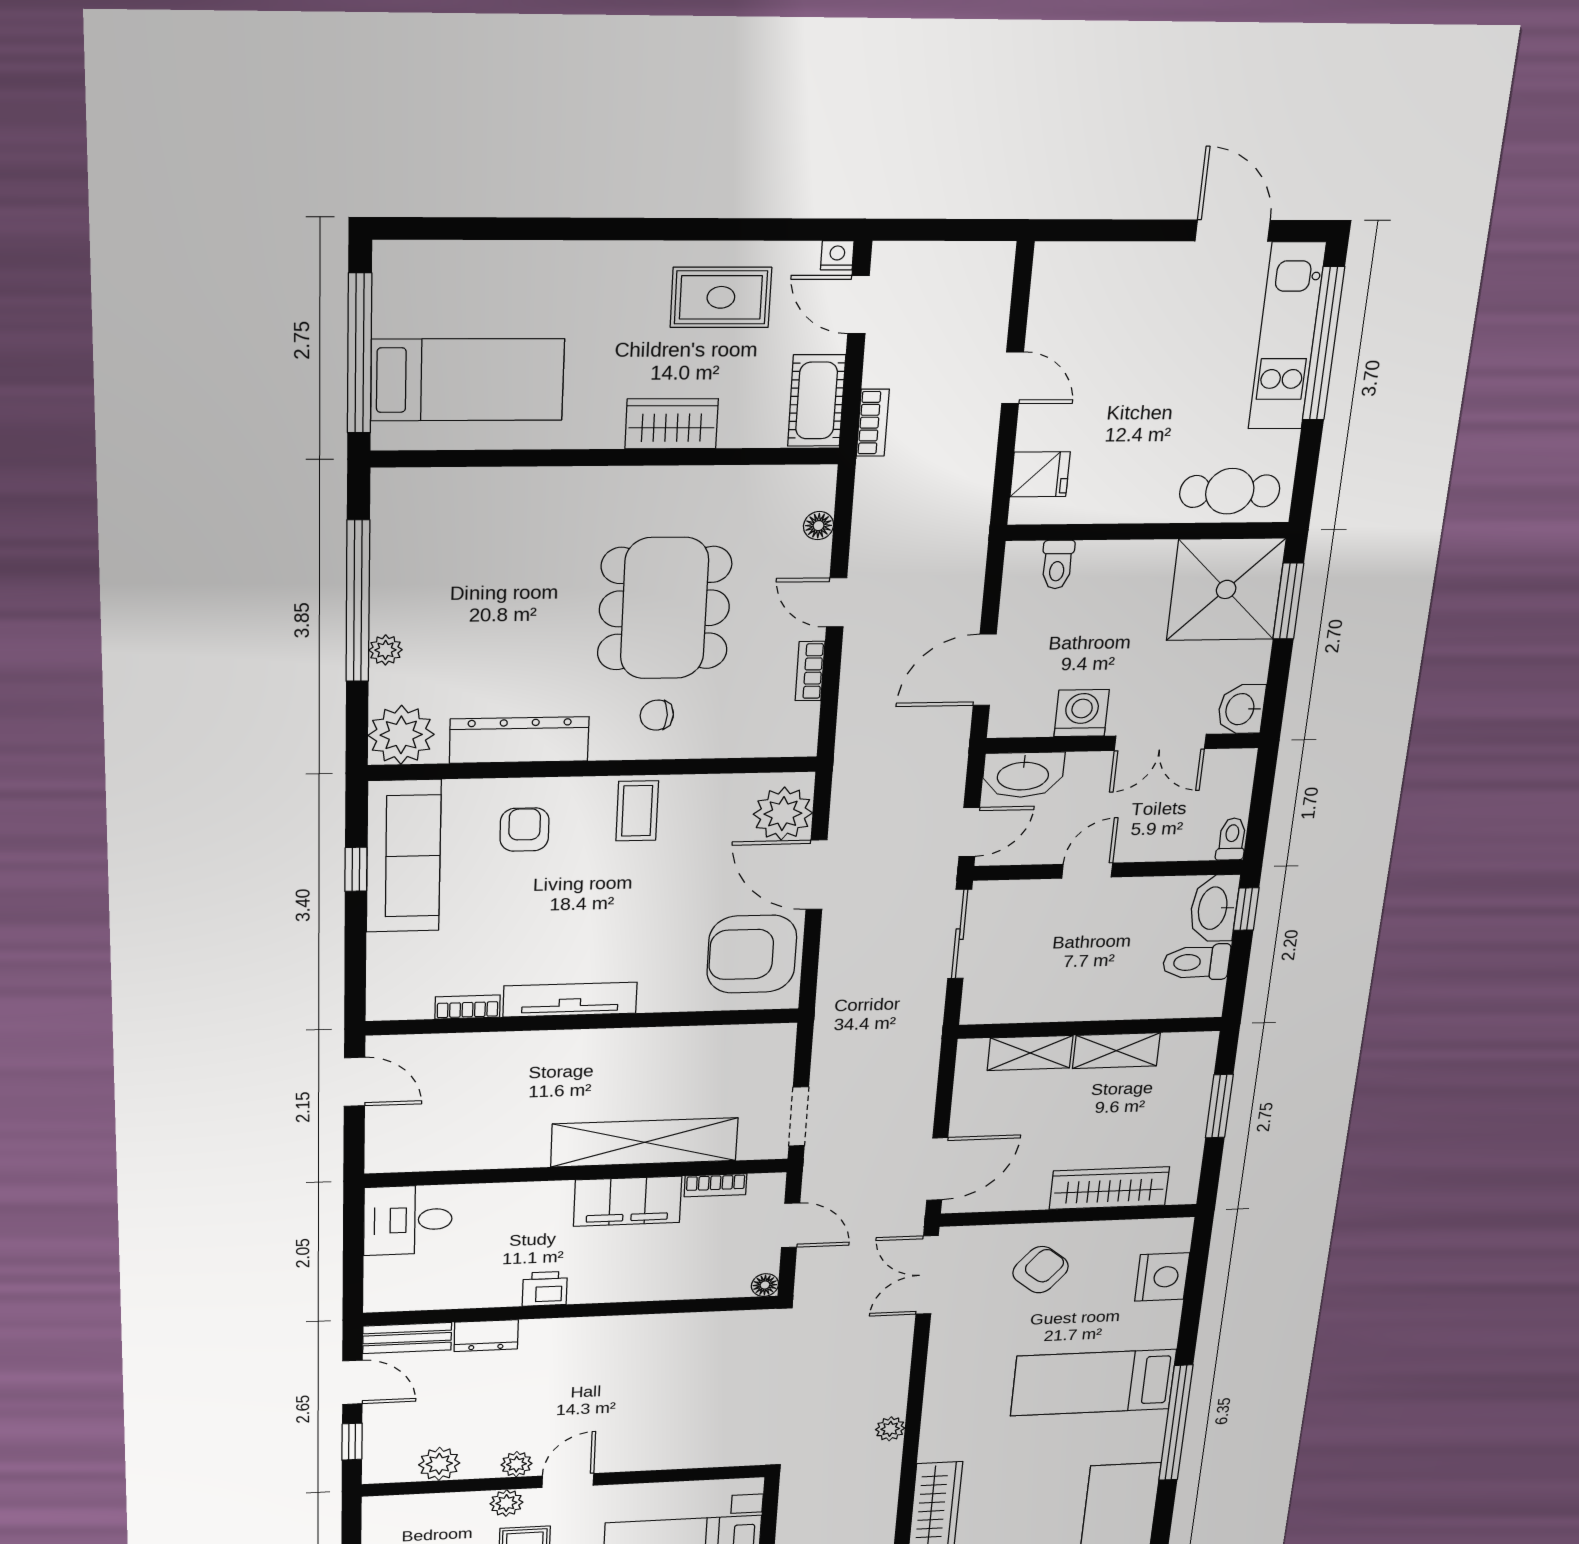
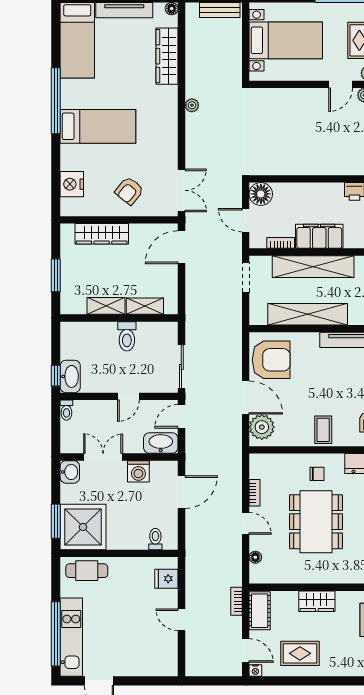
toilet: (1196, 962) -> (127, 336), moved, turned 90
shelving: (662, 1048) -> (308, 314), added
floor lamp: (765, 1285) -> (261, 194), width x1.89, depth x1.89

